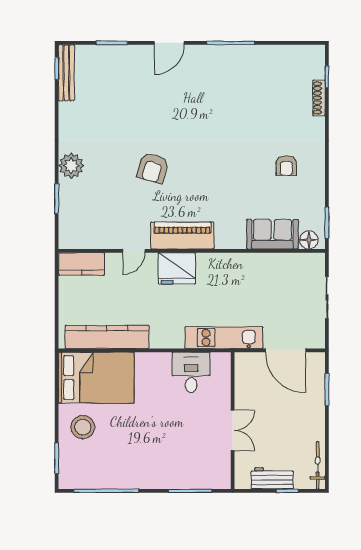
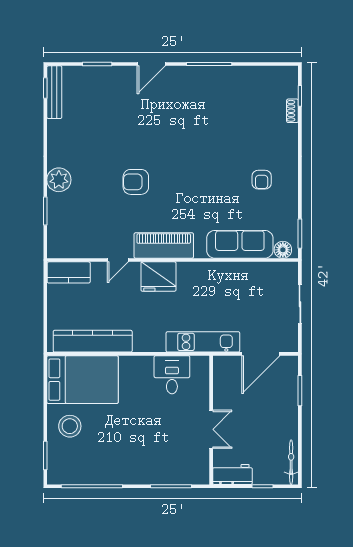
shoe rack: (319, 98) -> (292, 111), width x0.70
armchair: (153, 168) -> (136, 182), turned 74
sofa: (272, 234) -> (240, 244), width x1.36
door: (286, 350) -> (261, 354), hinge flipped
workbench: (272, 478) -> (232, 474), moved

